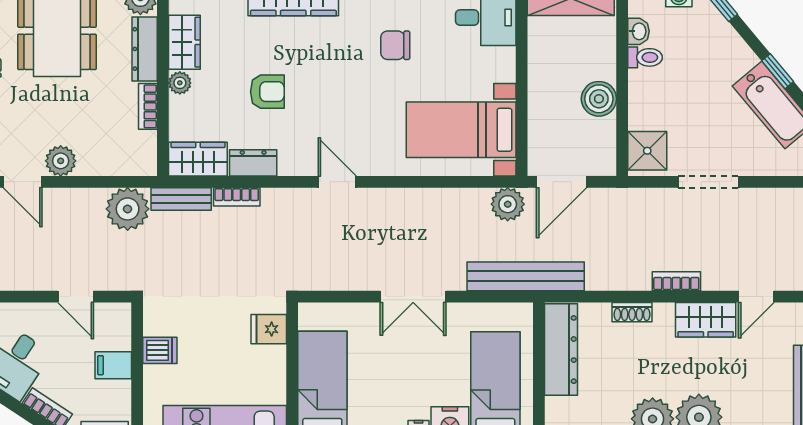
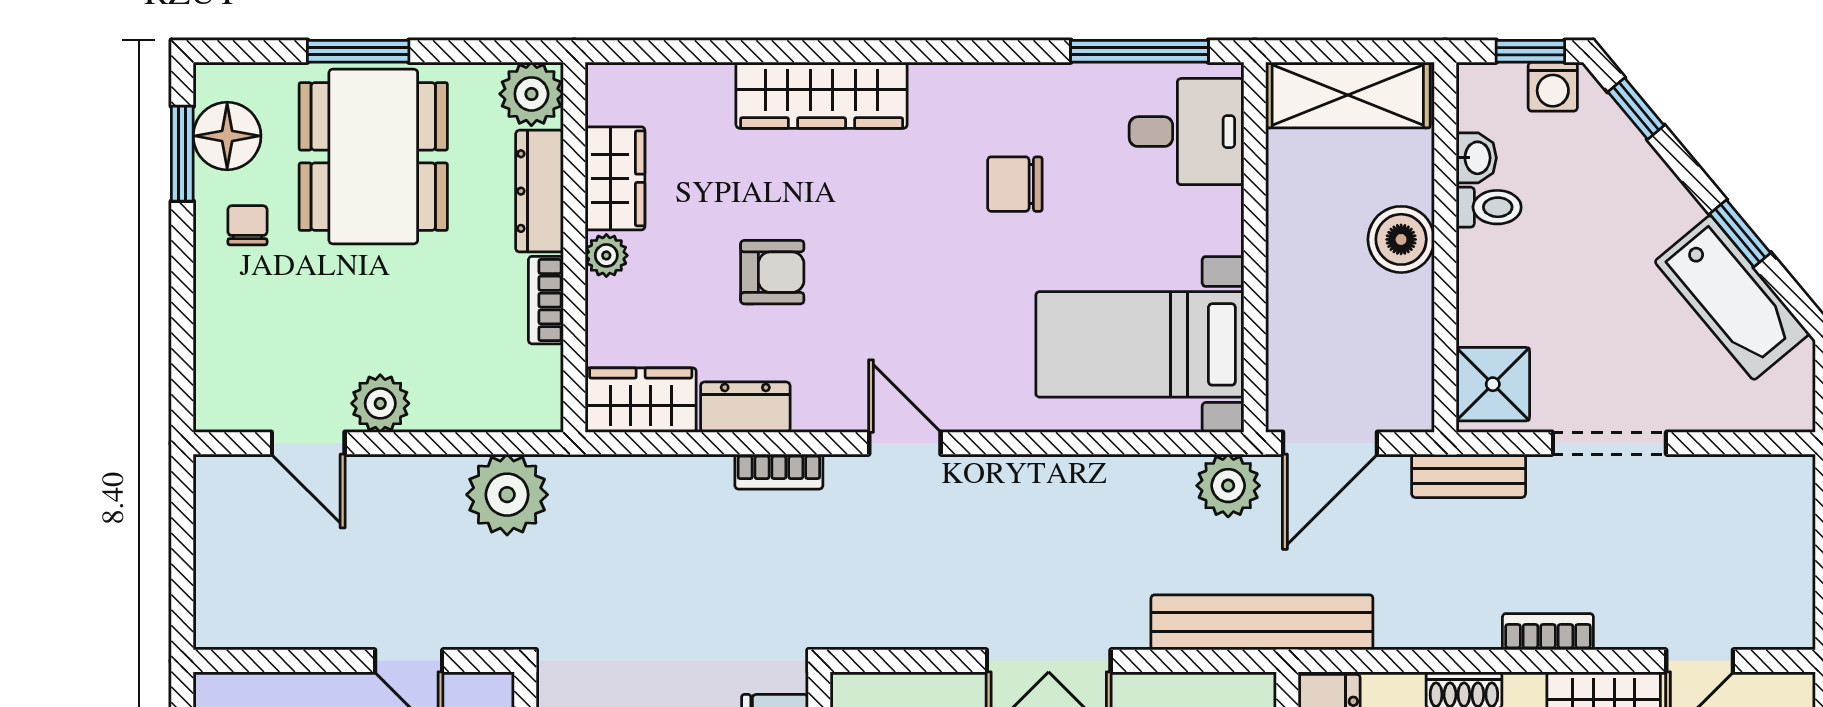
boiler: (599, 99) -> (1401, 239), moved
bookcase: (237, 197) -> (779, 472), moved
bench: (181, 199) -> (1469, 476), moved

